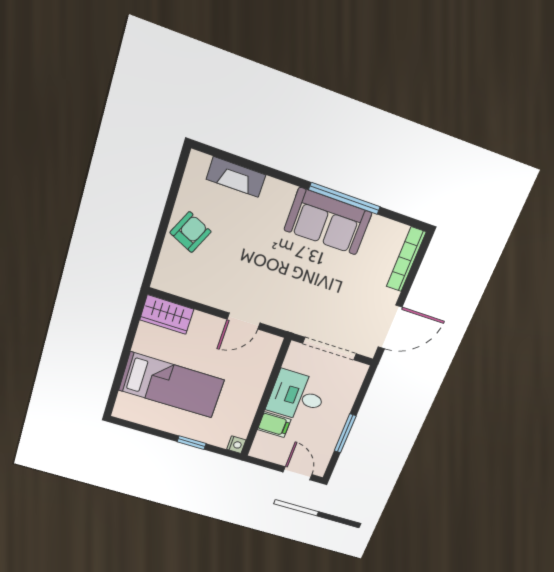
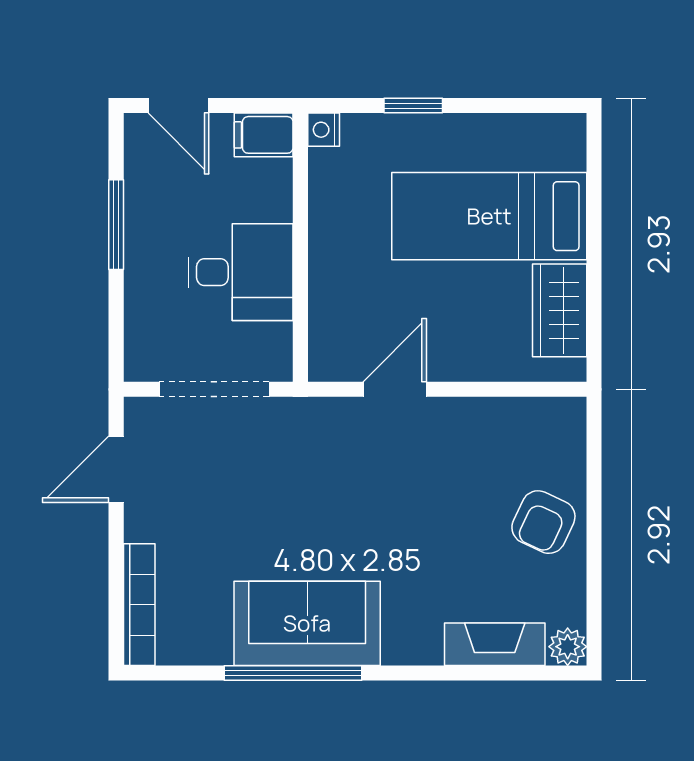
plant: (198, 162) -> (568, 647), added
wardrobe: (167, 314) -> (560, 310), moved, turned -90
door: (390, 327) -> (116, 469), width x0.73
filing cabinet: (274, 425) -> (264, 135), moved

